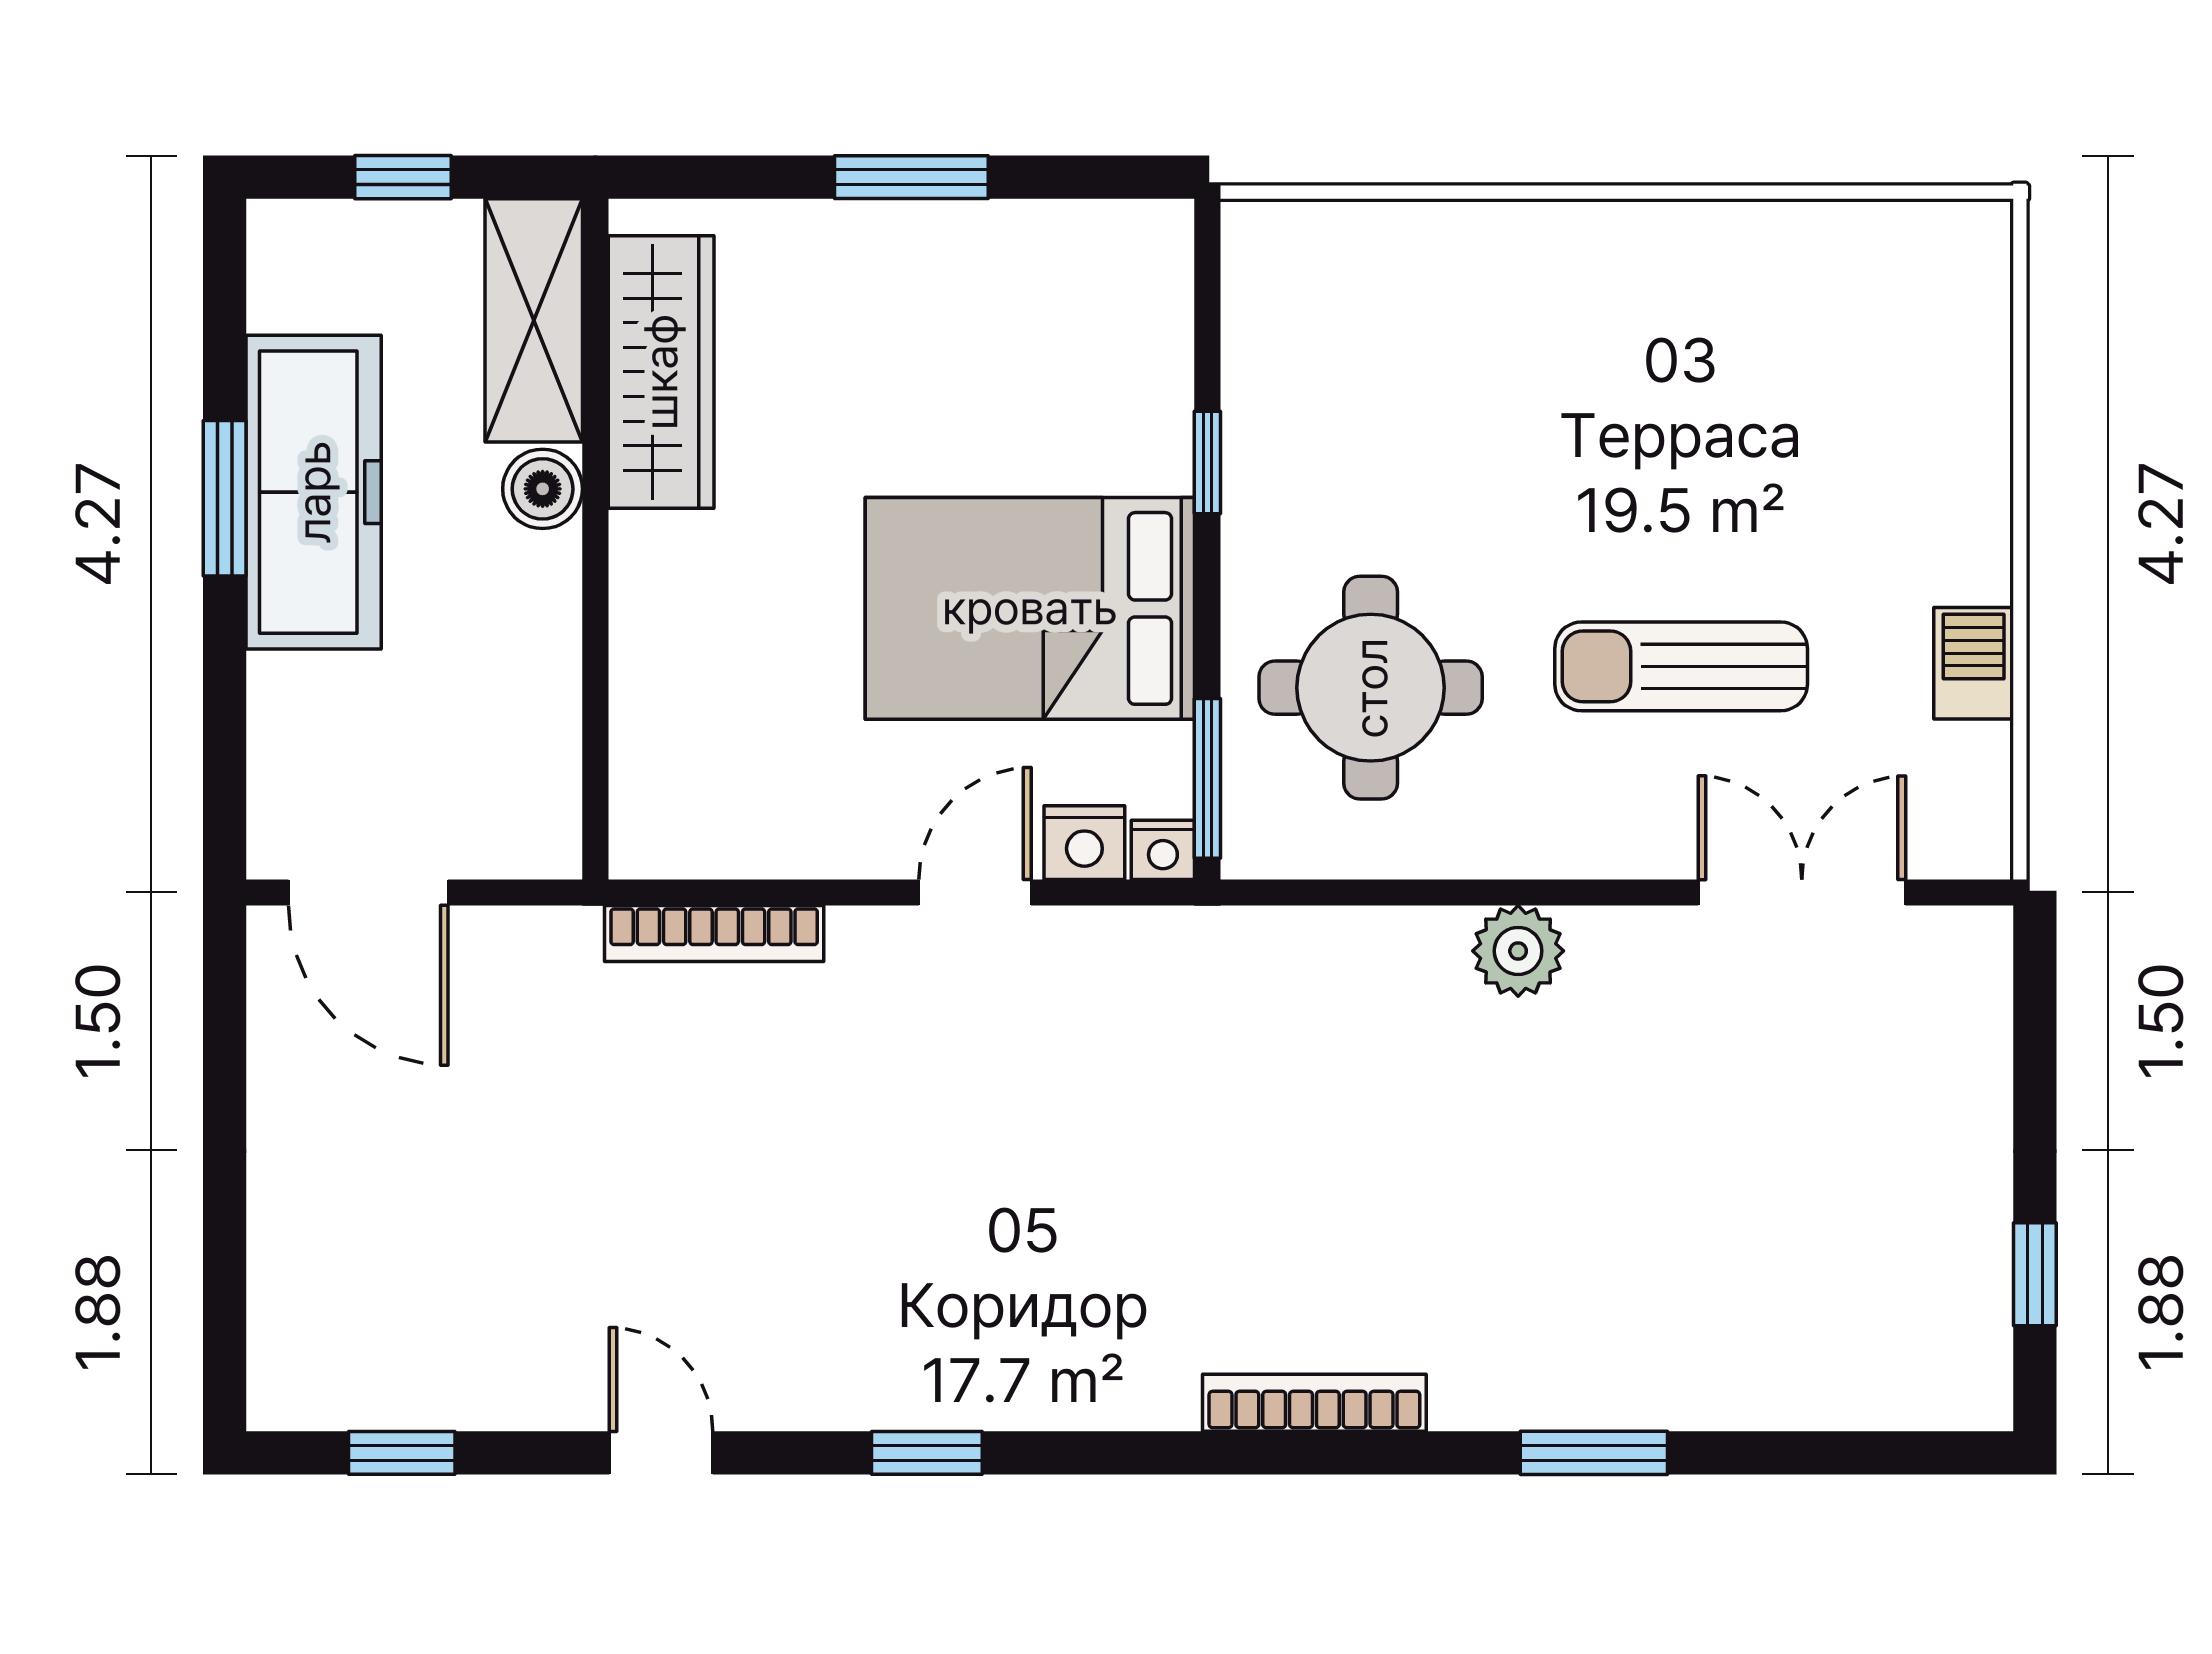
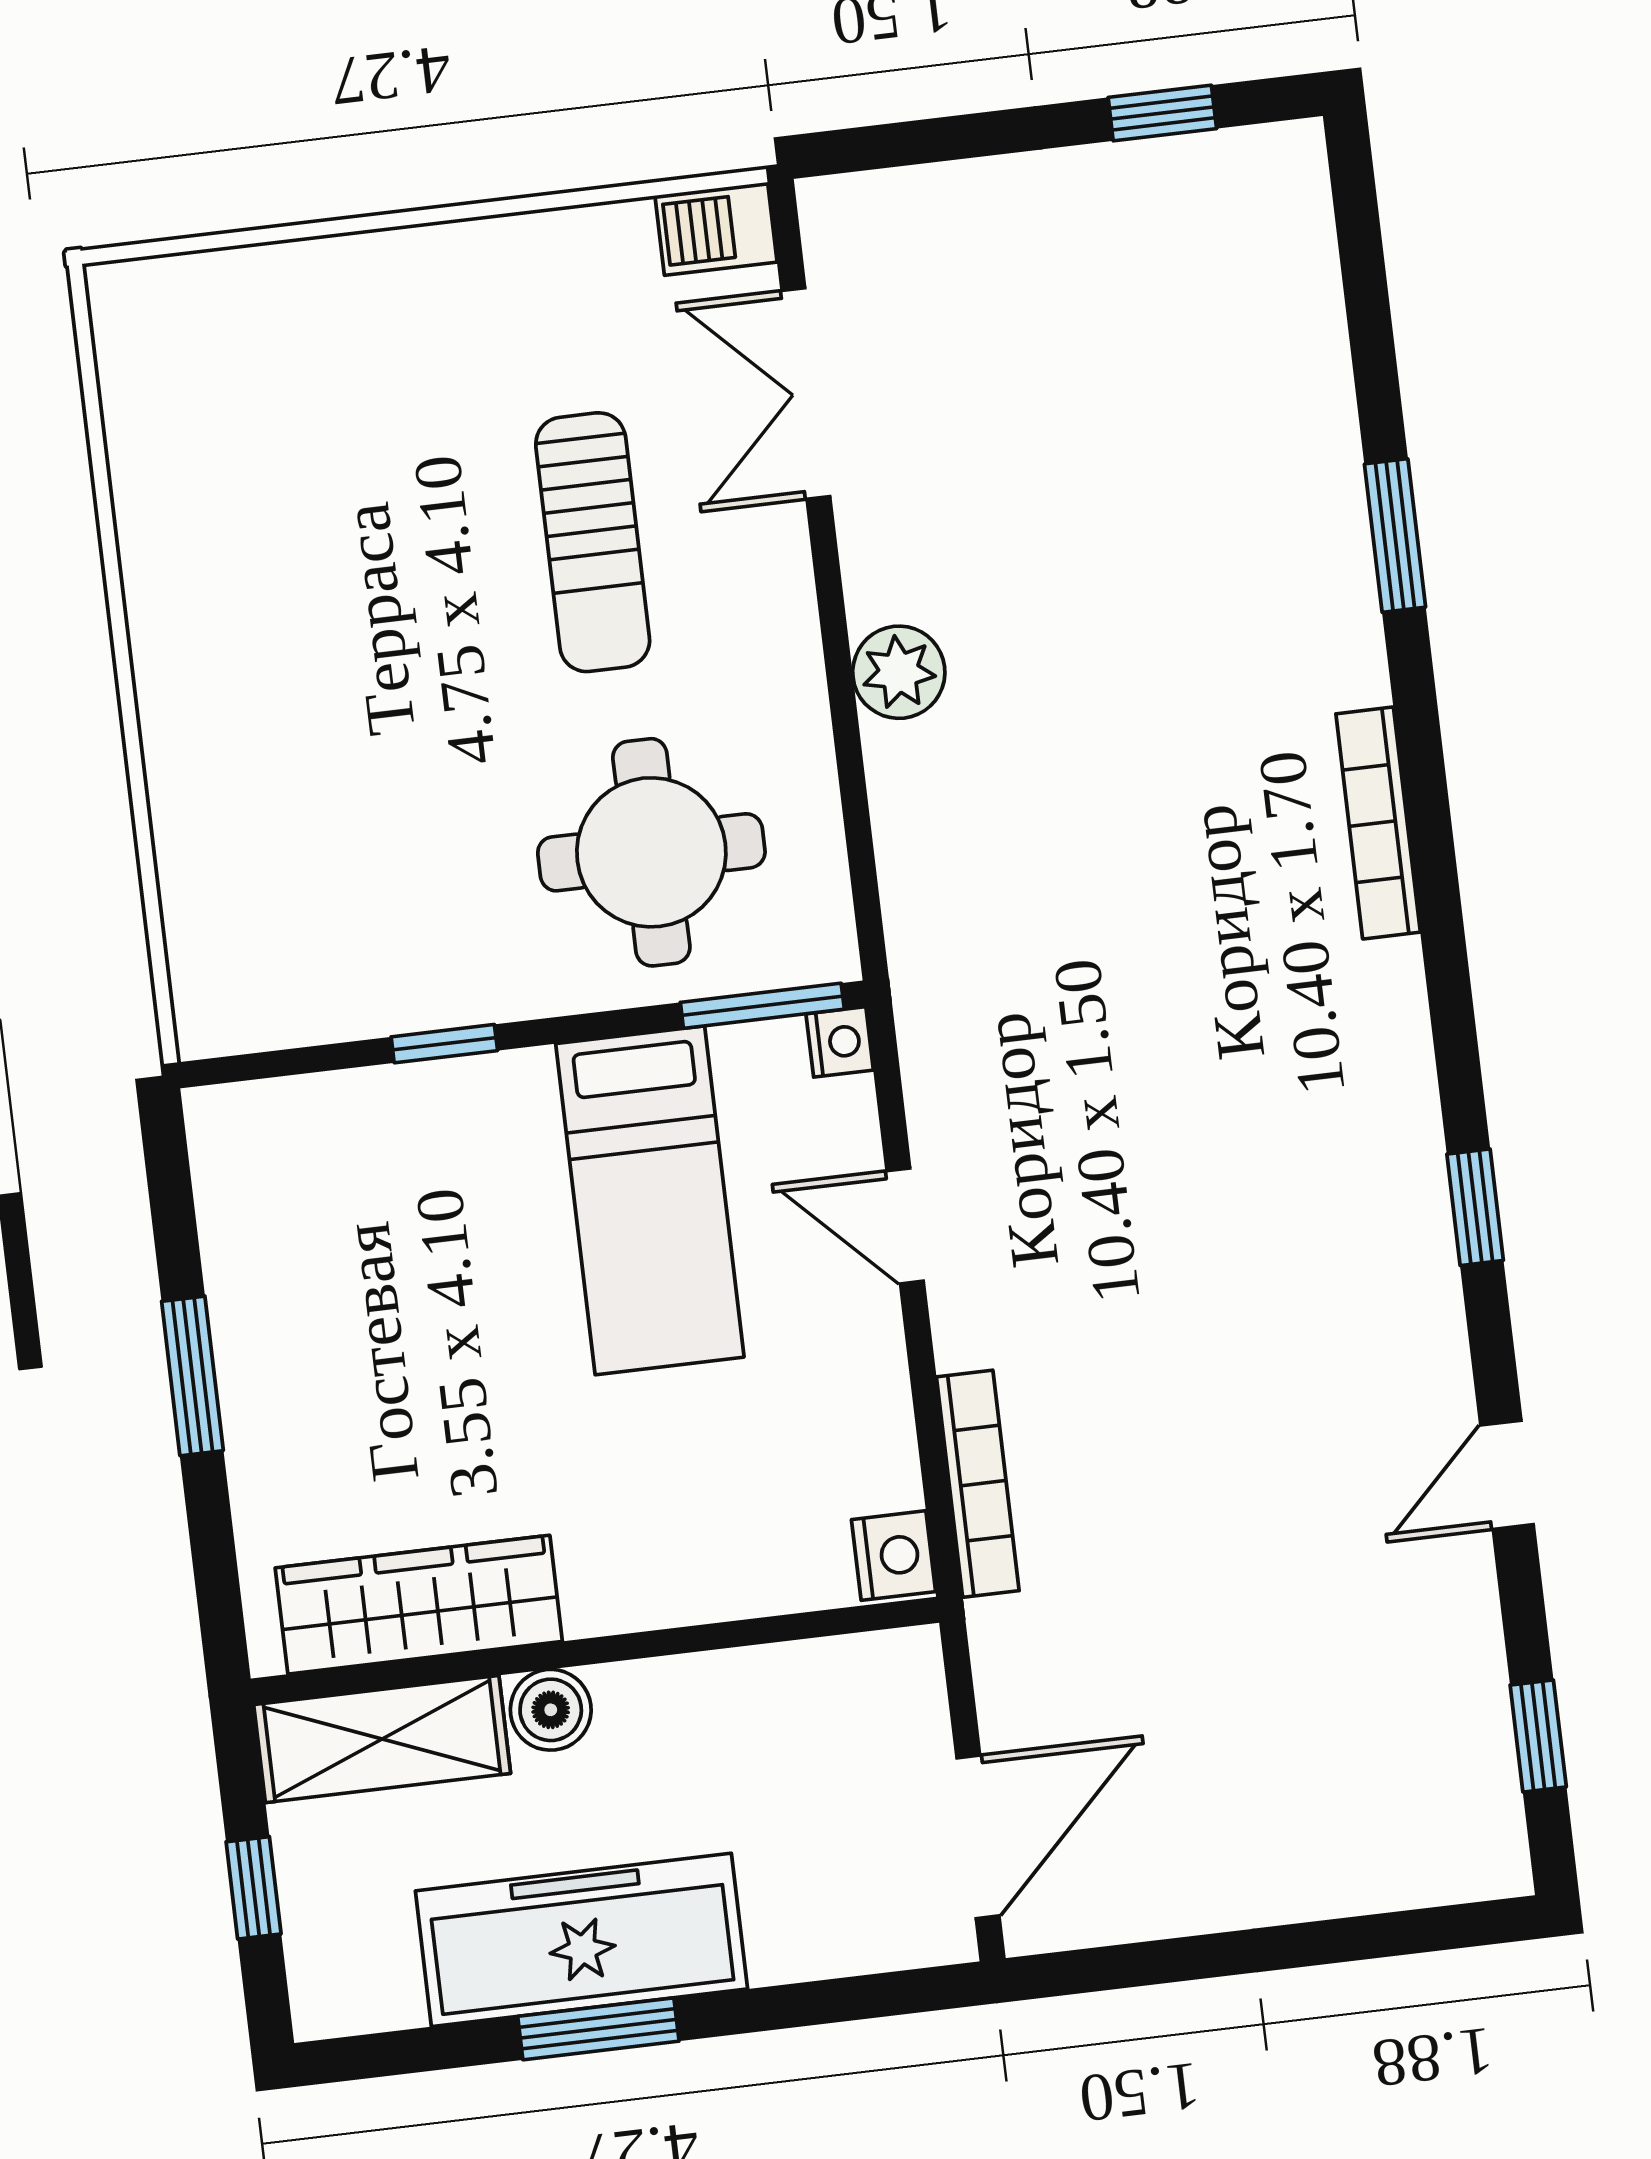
bed: (1030, 608) -> (650, 1200), width x0.67
barbecue: (1974, 663) -> (716, 229), moved
nightstand: (1084, 843) -> (894, 1556), moved

